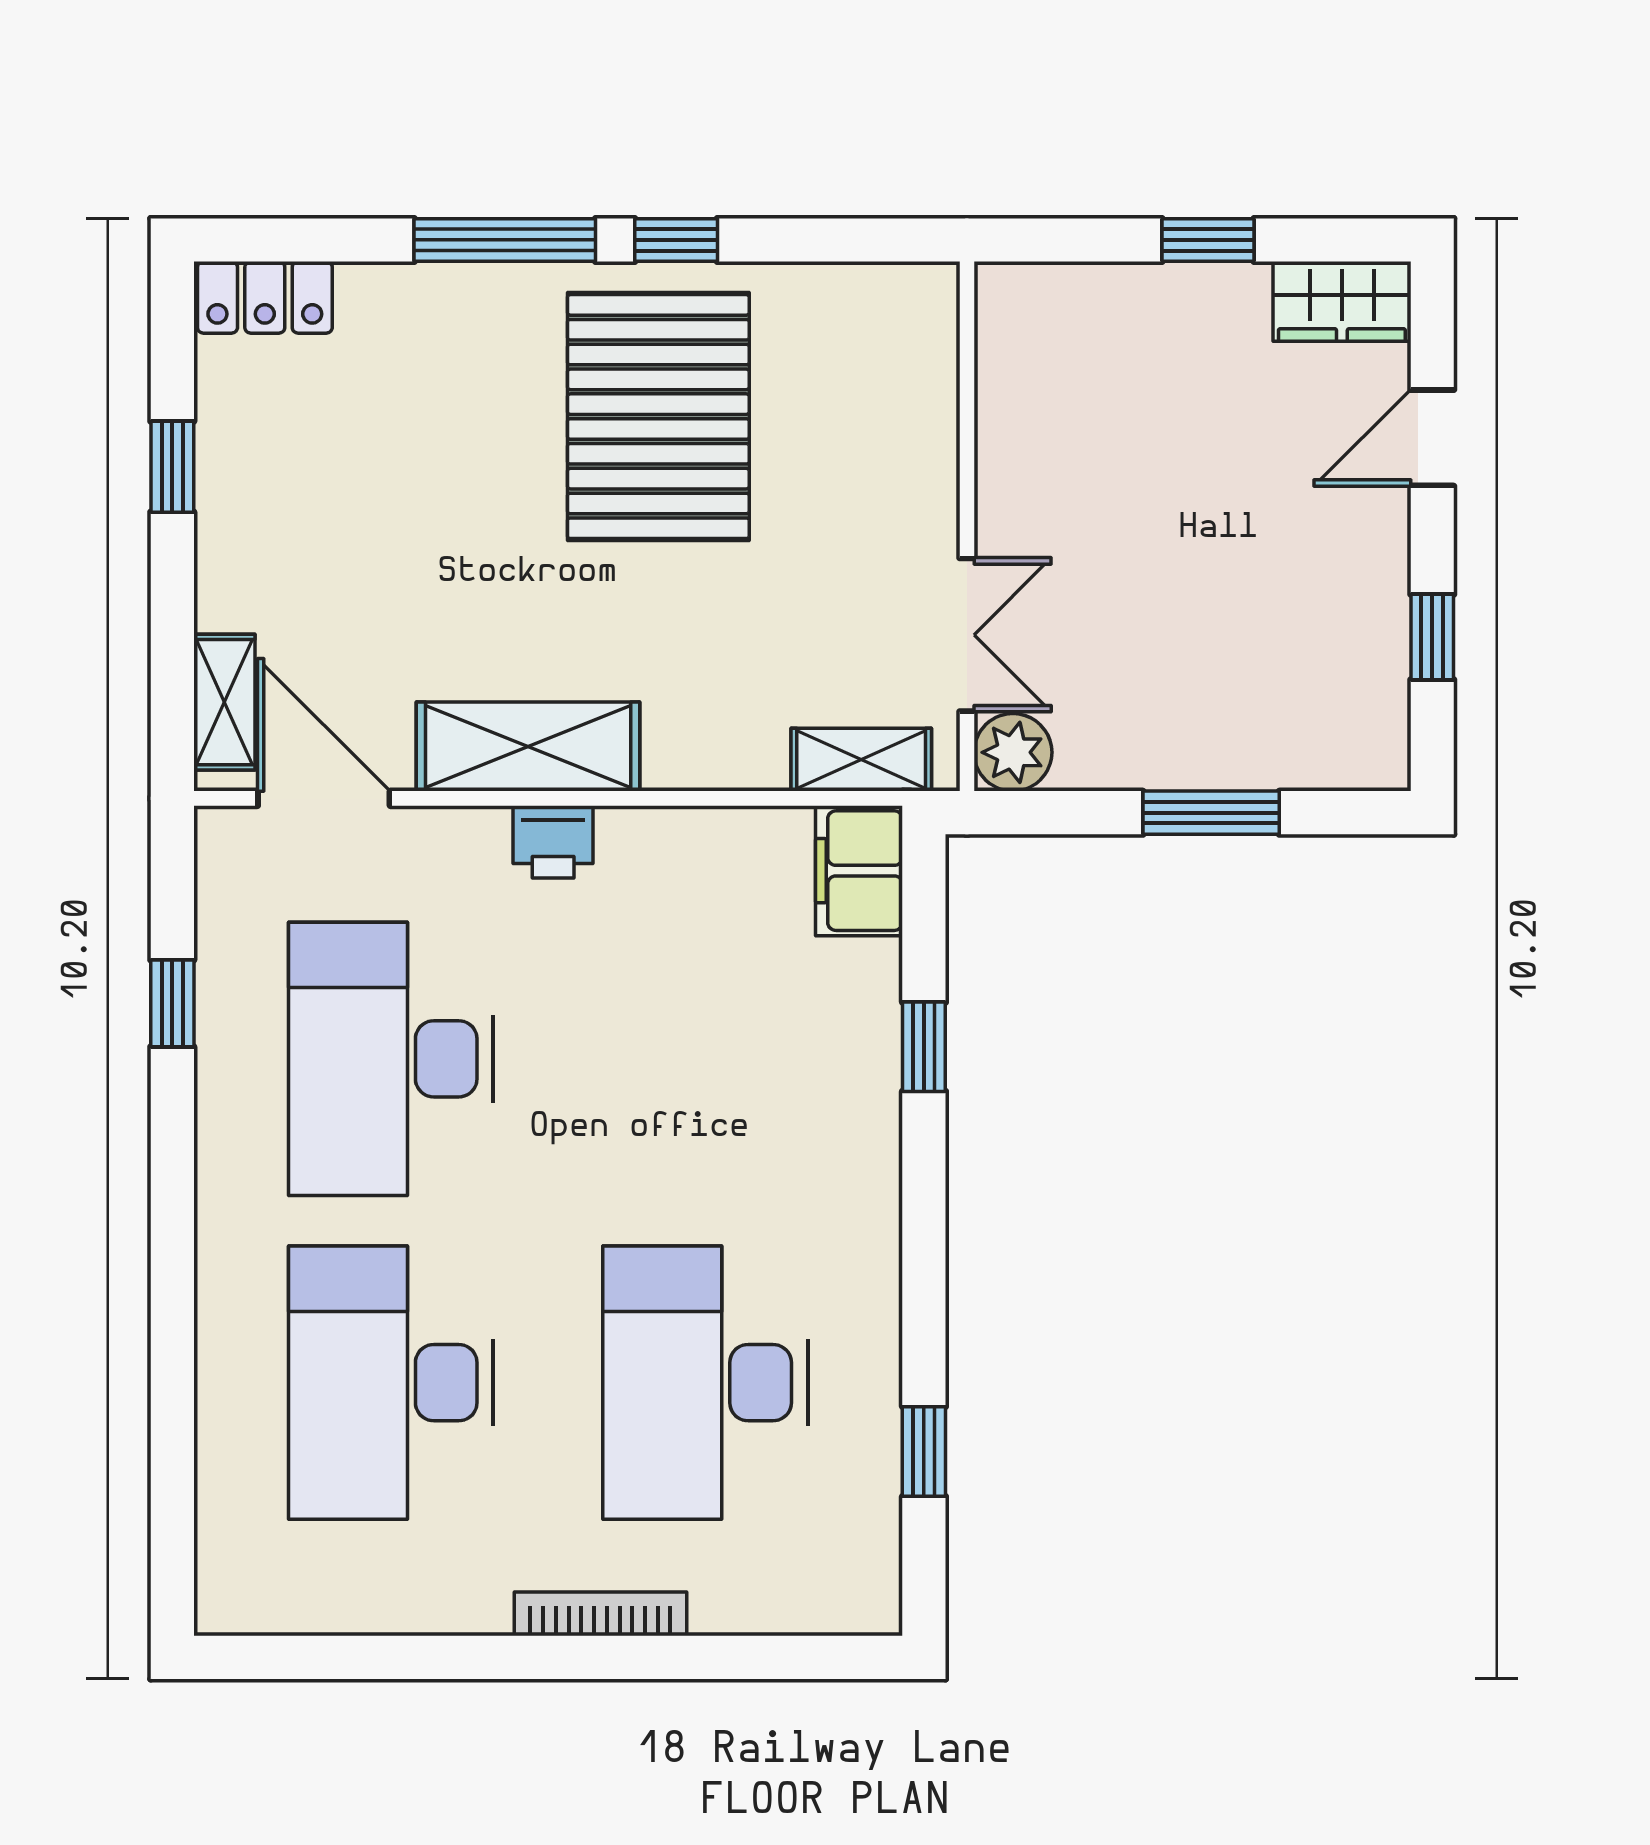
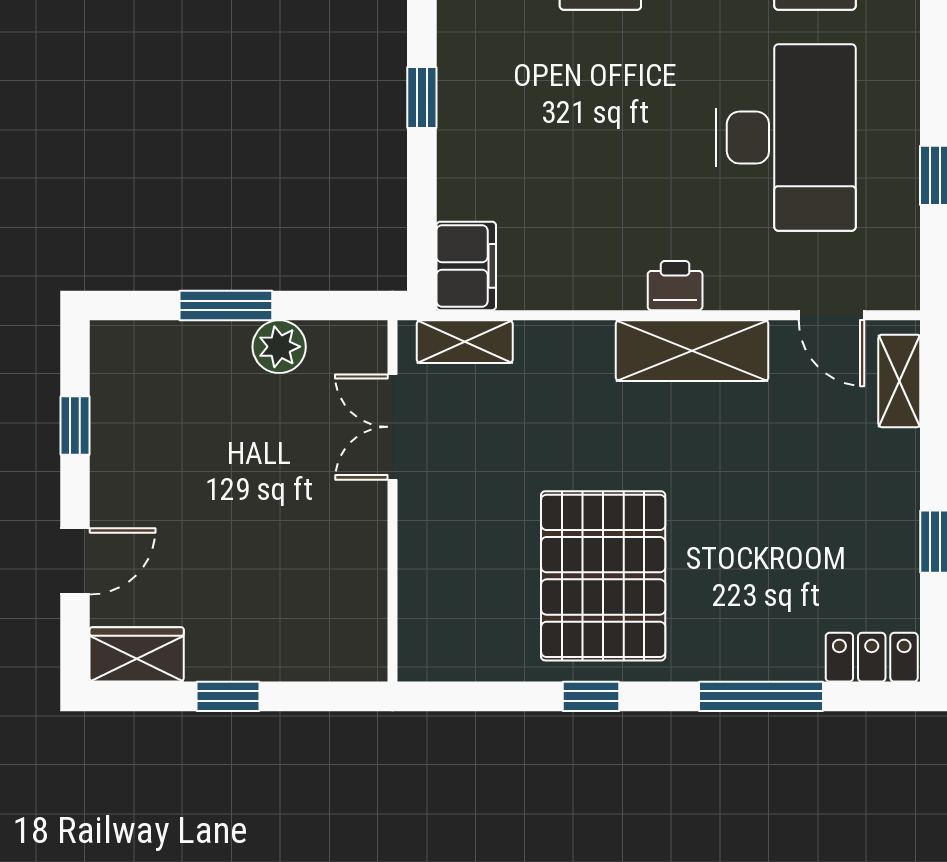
window: (505, 240) -> (761, 696), moved
plant: (1013, 752) -> (279, 347), moved
door: (324, 798) -> (831, 315), width x0.73
window: (924, 1047) -> (422, 98), moved

